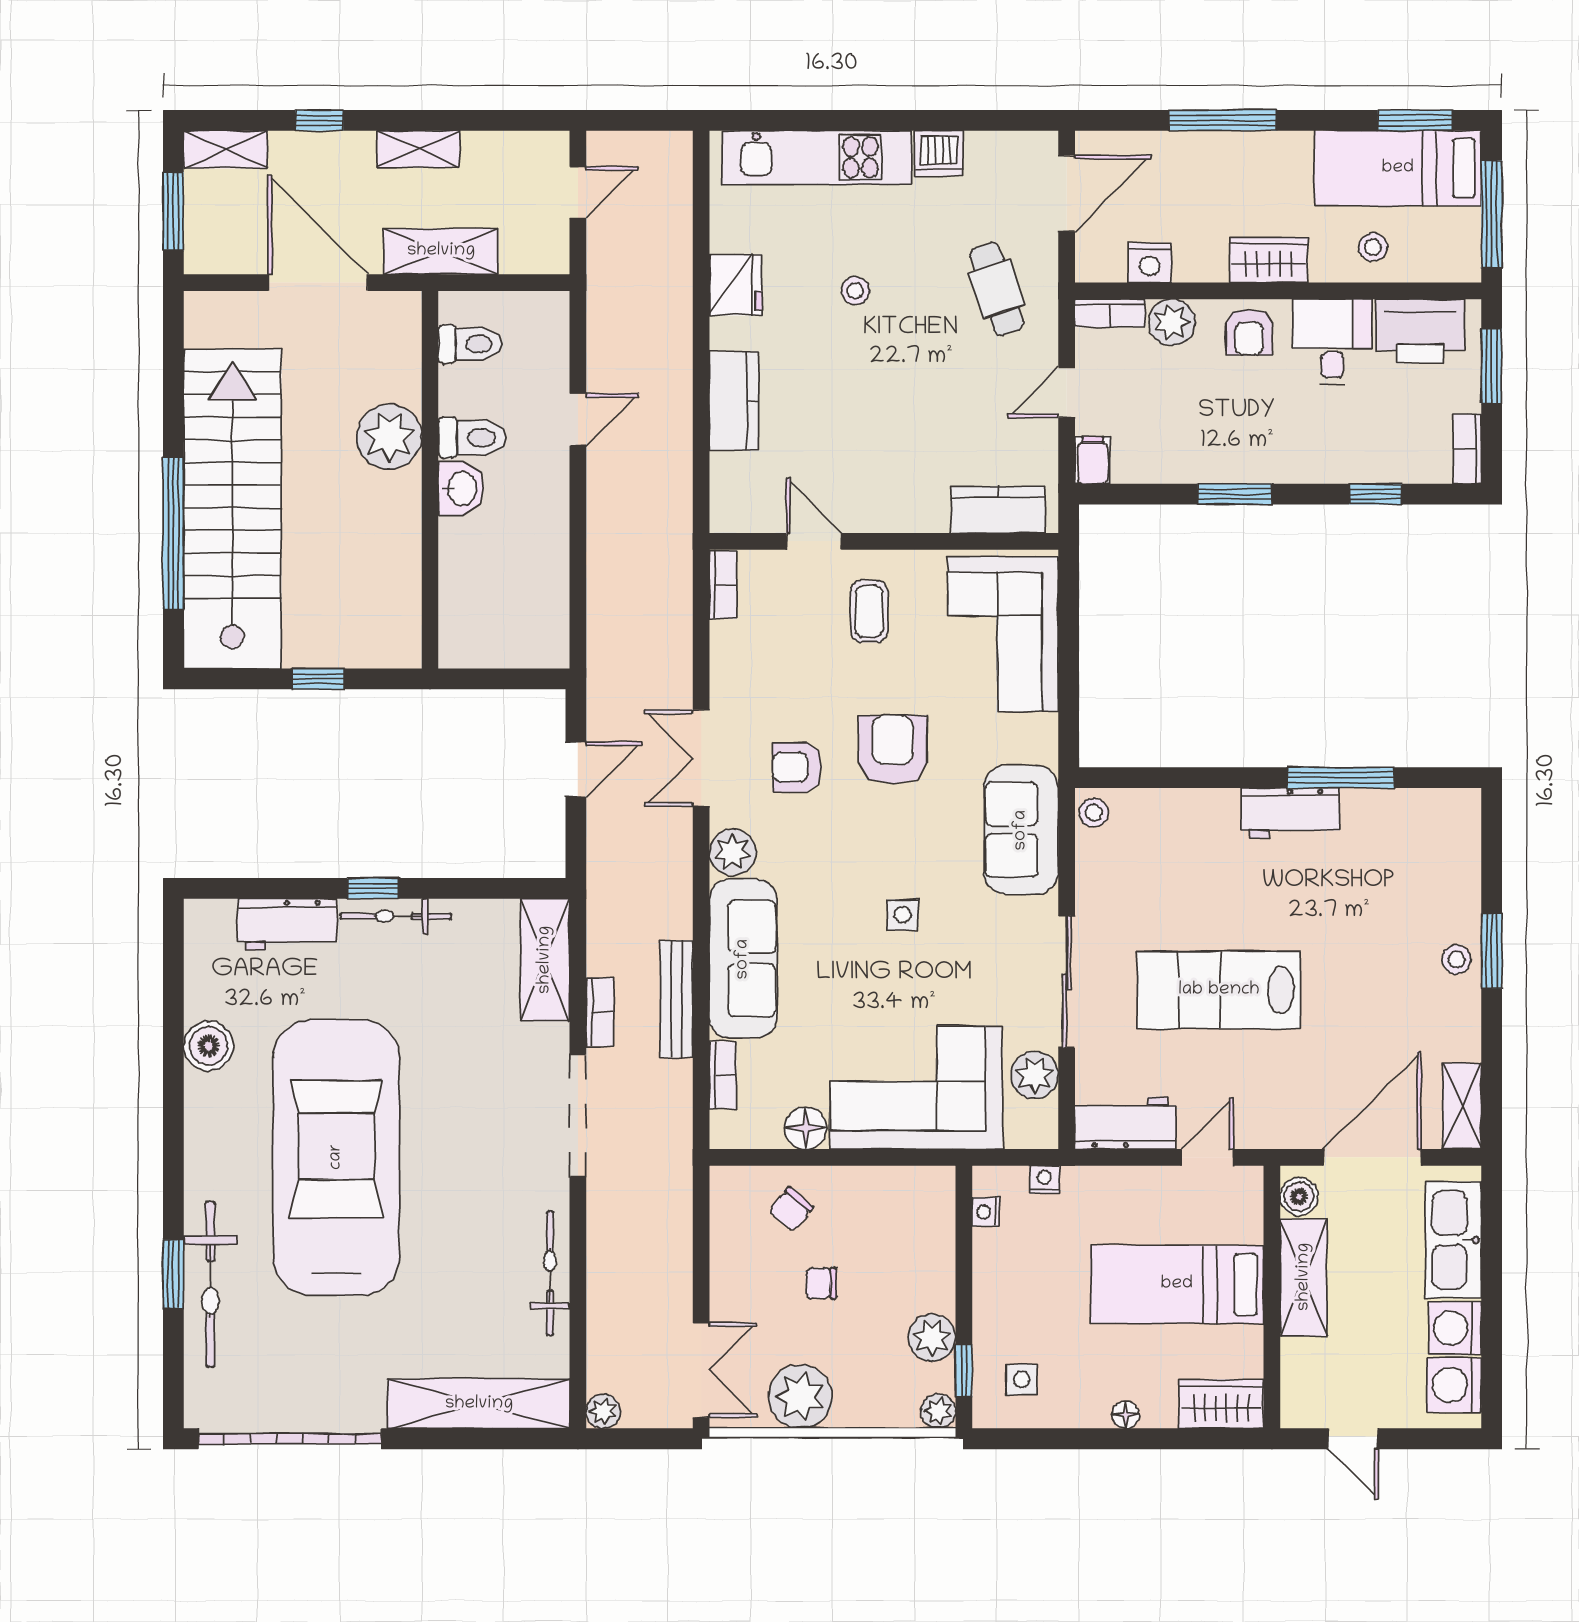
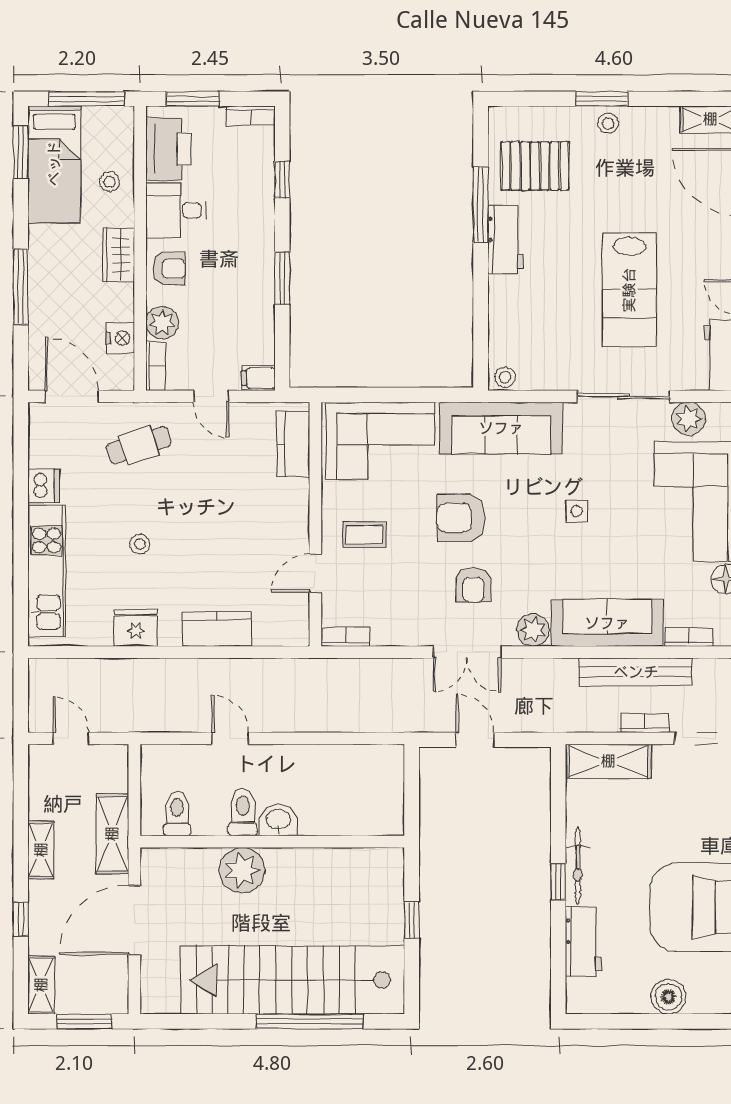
sofa: (1021, 830) -> (501, 428), width x1.36
pallet: (1396, 855) -> (535, 166), added
bench: (676, 999) -> (636, 672), width x1.37, depth x1.21

